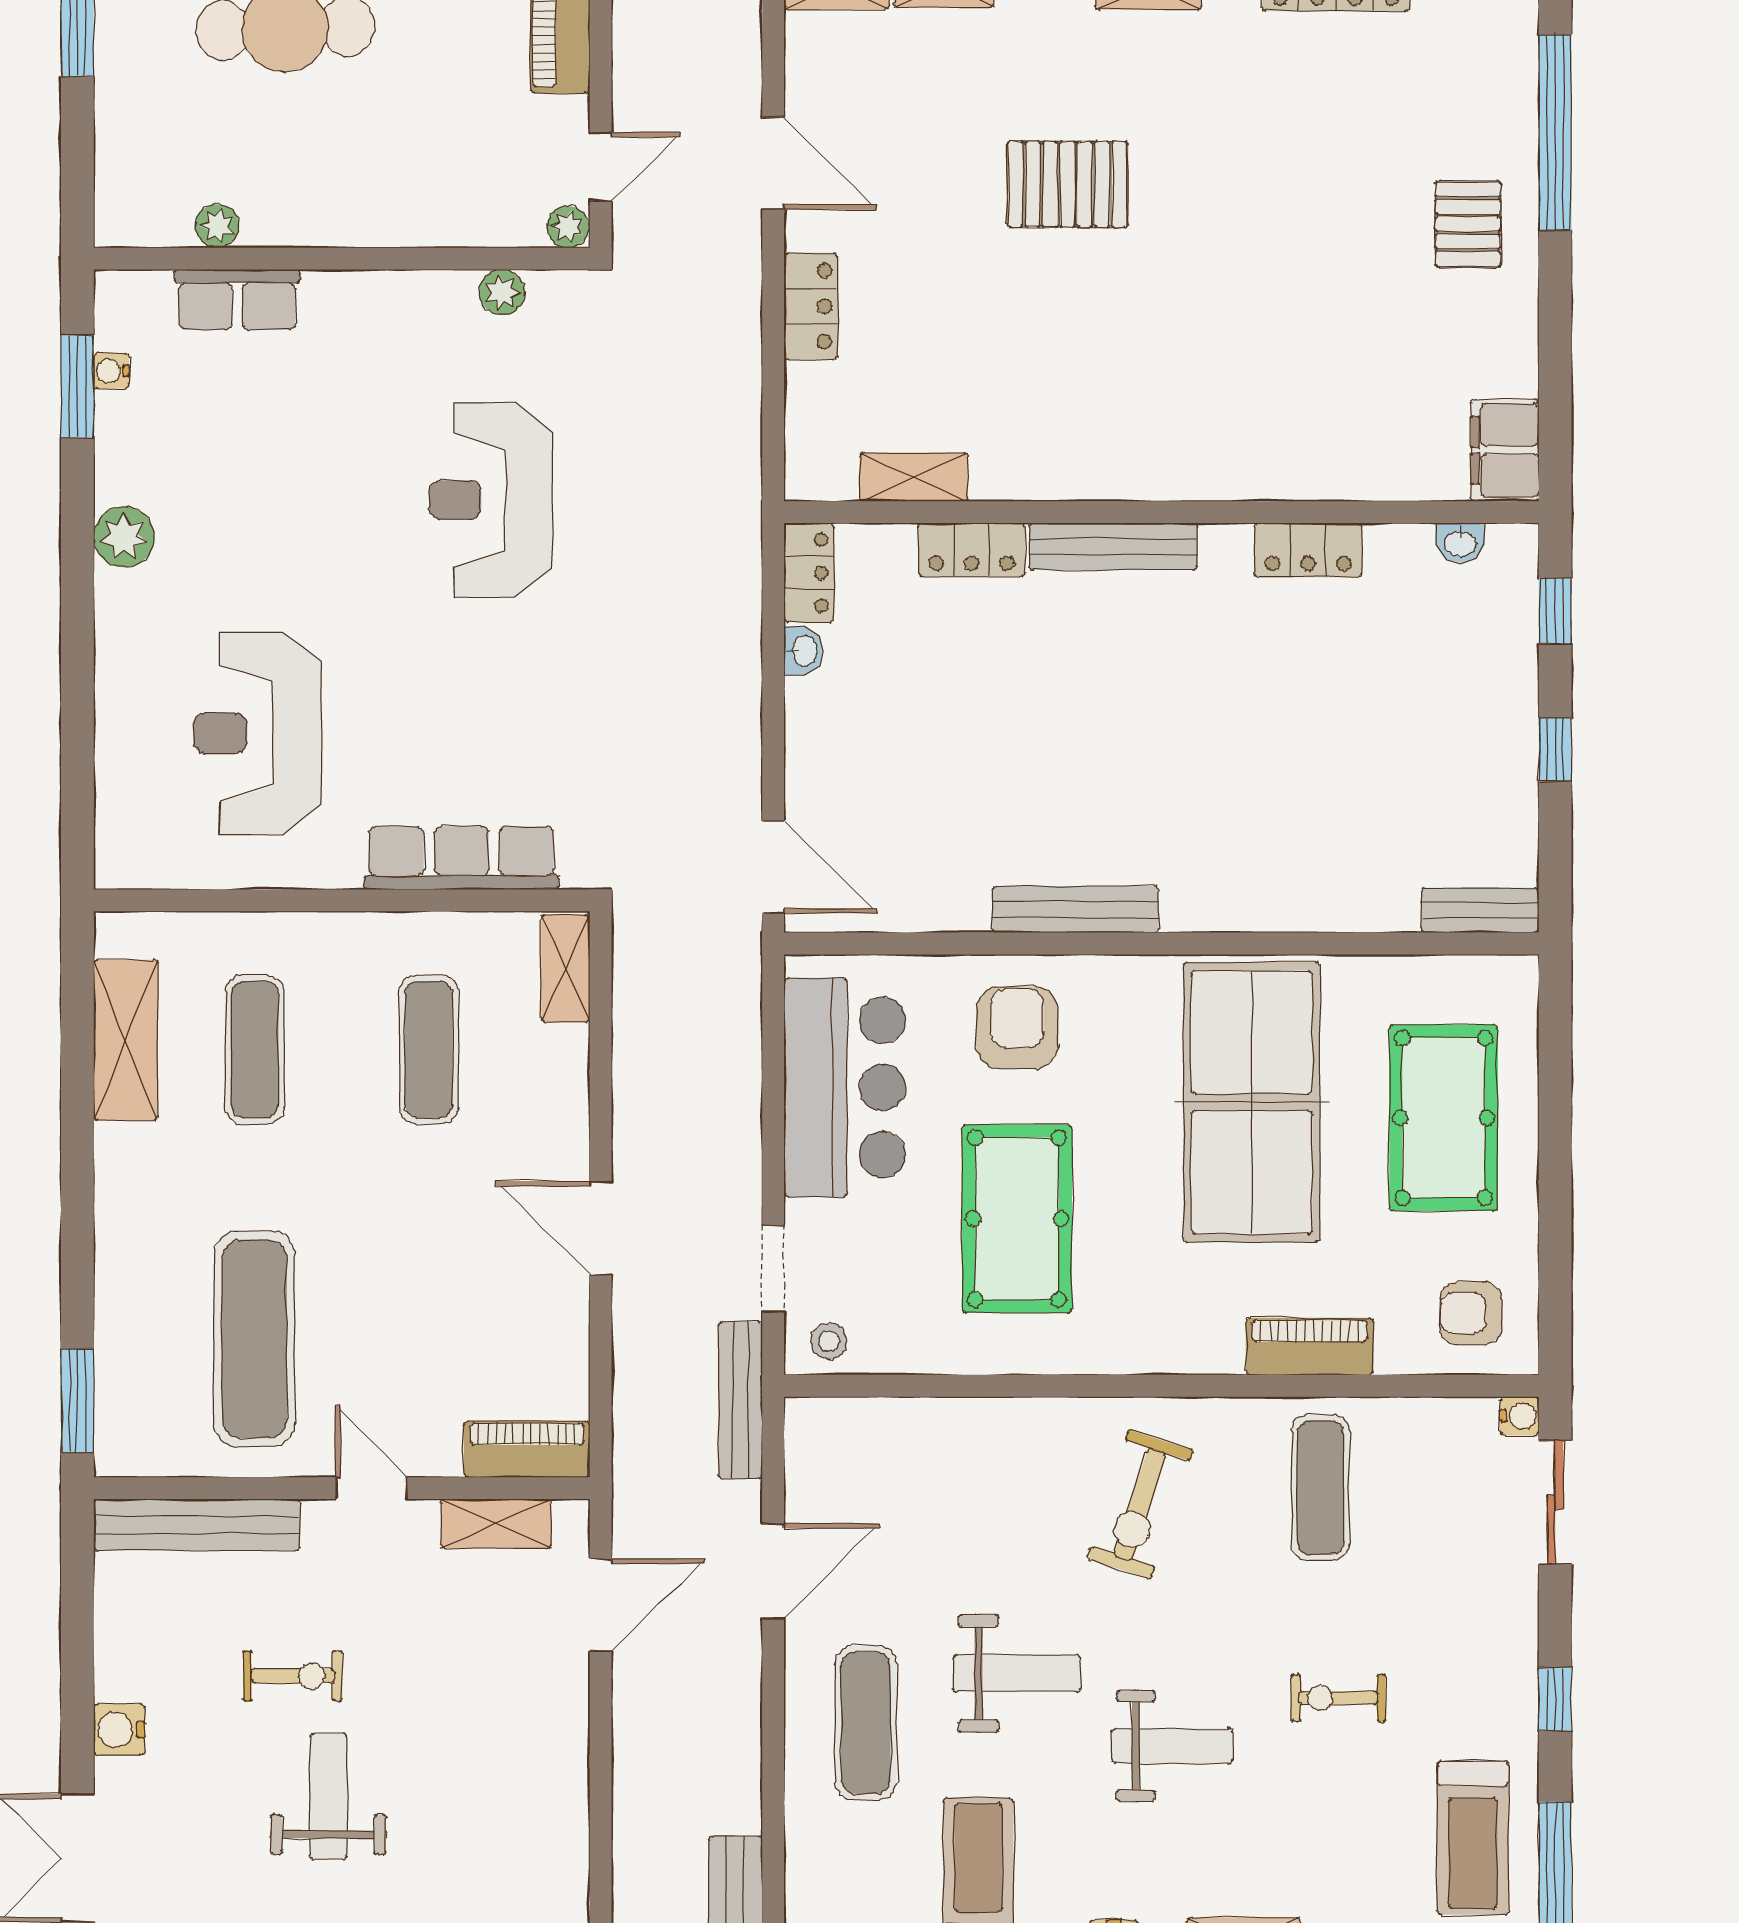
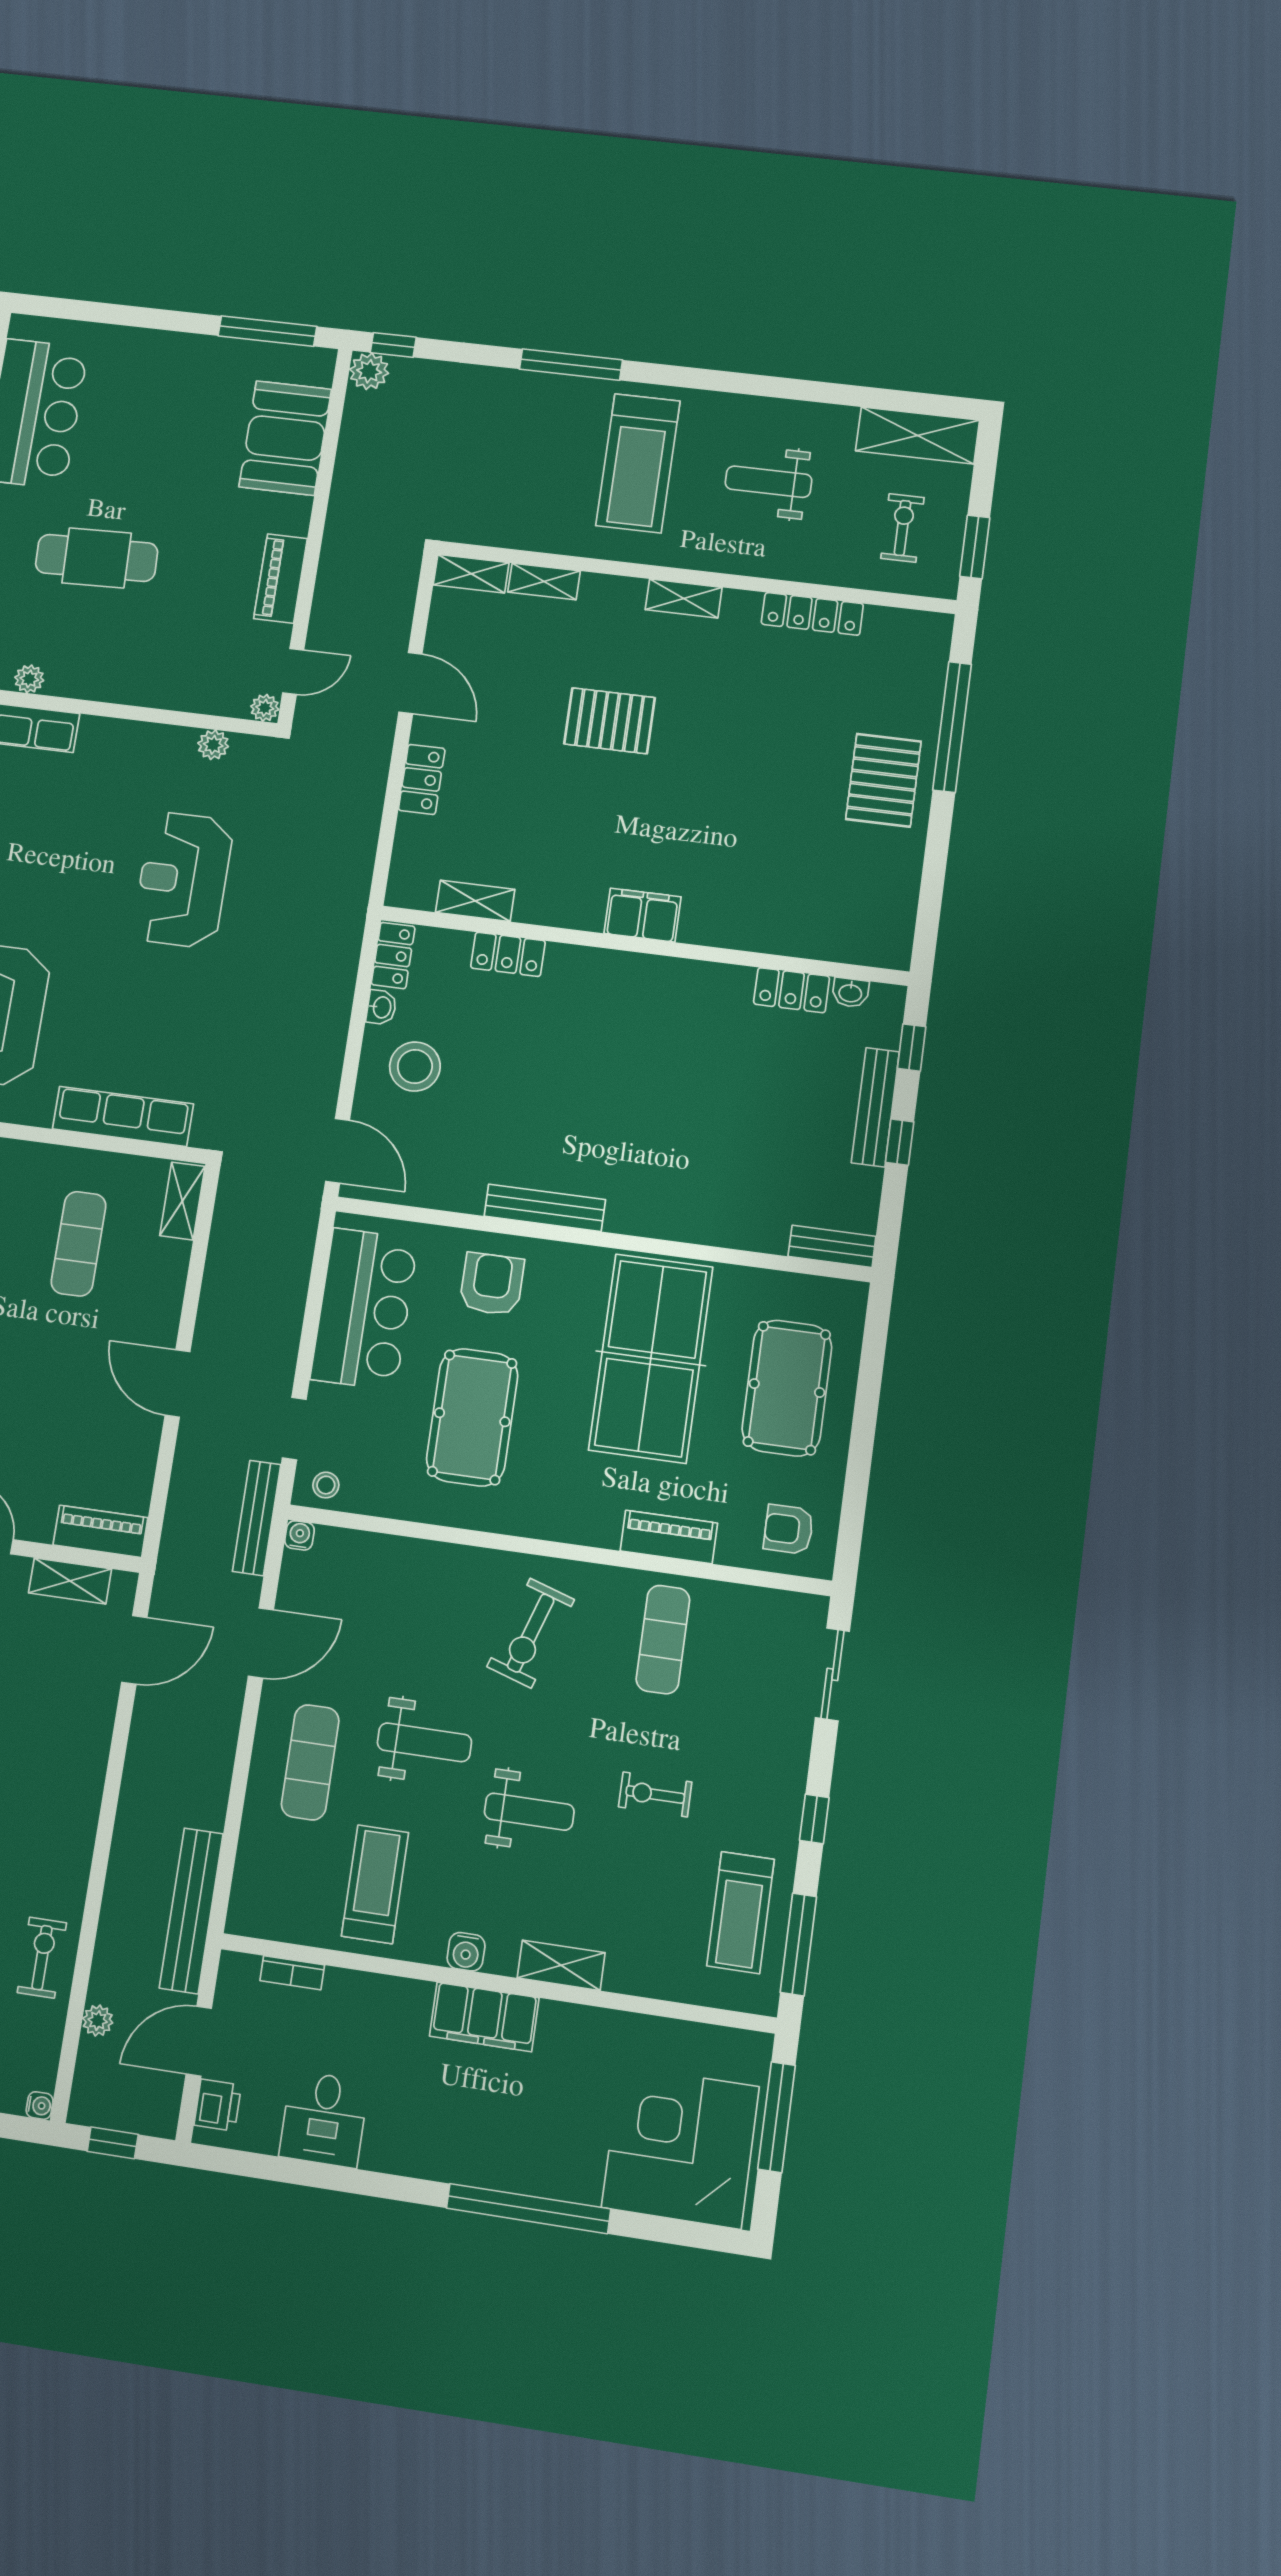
pallet: (1468, 224) -> (883, 780), width x1.50, depth x1.42
filing cabinet: (1505, 450) -> (643, 915), moved, turned 90
bench: (1113, 546) -> (875, 1107), moved, turned 90
locker: (1308, 550) -> (792, 990), moved
stool: (864, 731) -> (415, 1067), added
water cooler: (1520, 1416) -> (300, 1535), moved, turned -90

